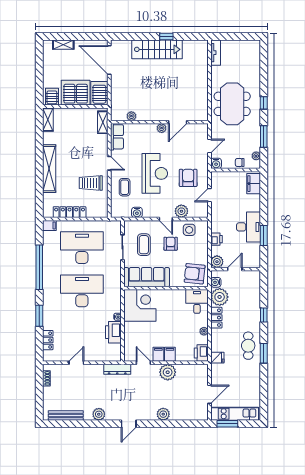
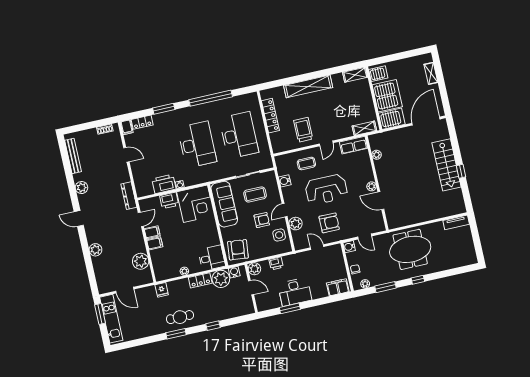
filing cabinet: (49, 225) -> (127, 127), moved
printer: (201, 353) -> (169, 200), moved, turned 180
plant: (168, 372) -> (141, 261), moved

